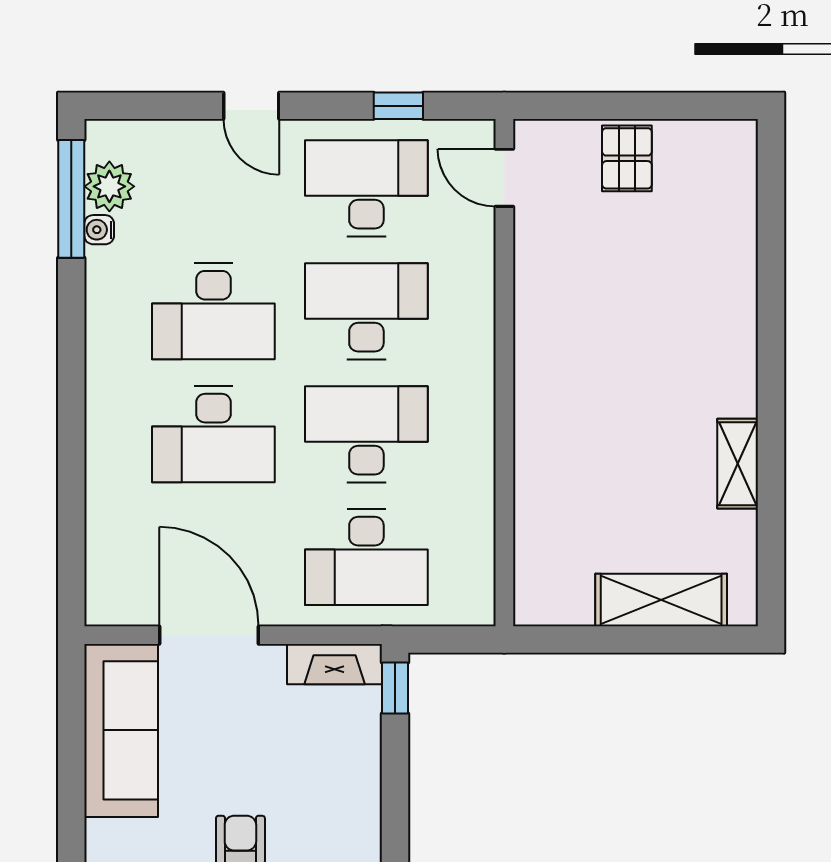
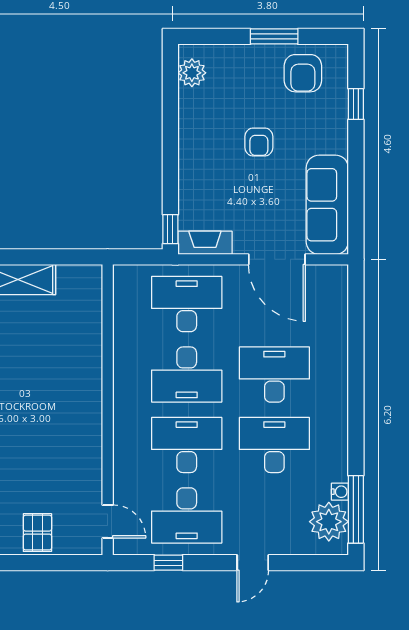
door: (251, 106) -> (253, 563), swing flipped
plant: (109, 186) -> (329, 522), width x1.36, depth x1.36
desk: (366, 311) -> (187, 445), turned 180

